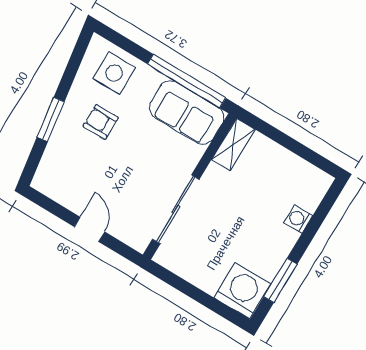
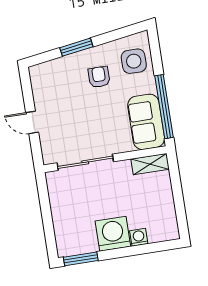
door: (89, 229) -> (32, 122), swing flipped
window: (280, 280) -> (81, 259), moved
washing machine: (242, 291) -> (113, 234), moved, turned -90

